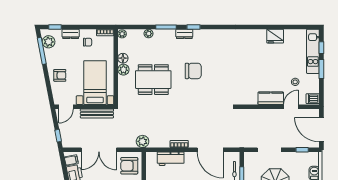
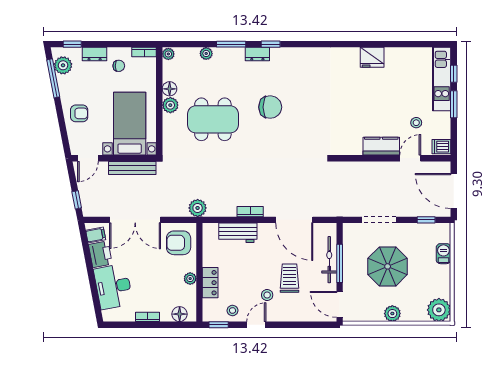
fridge: (275, 36) -> (372, 57), moved

